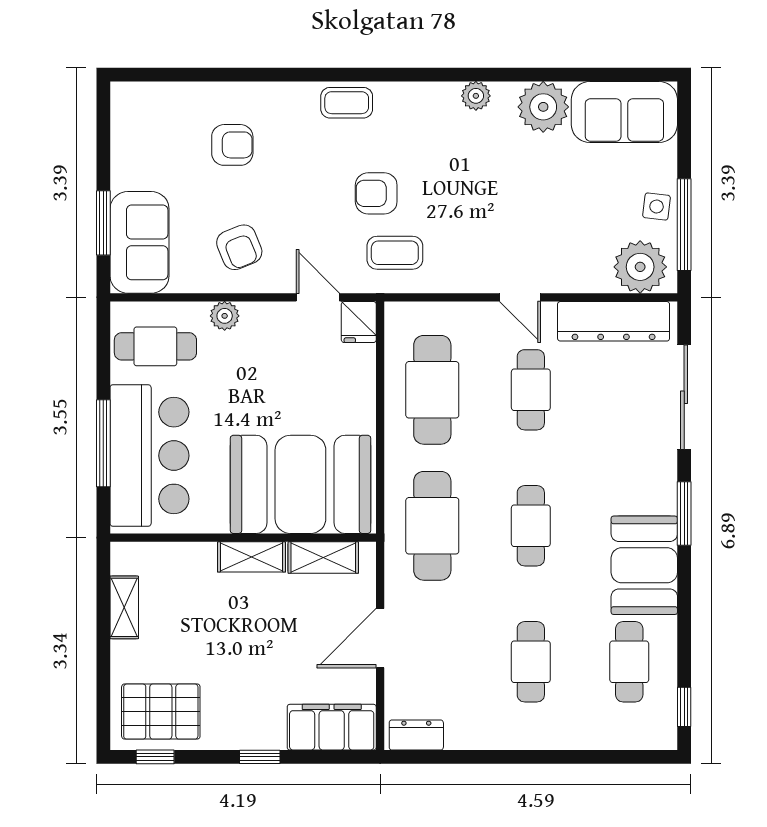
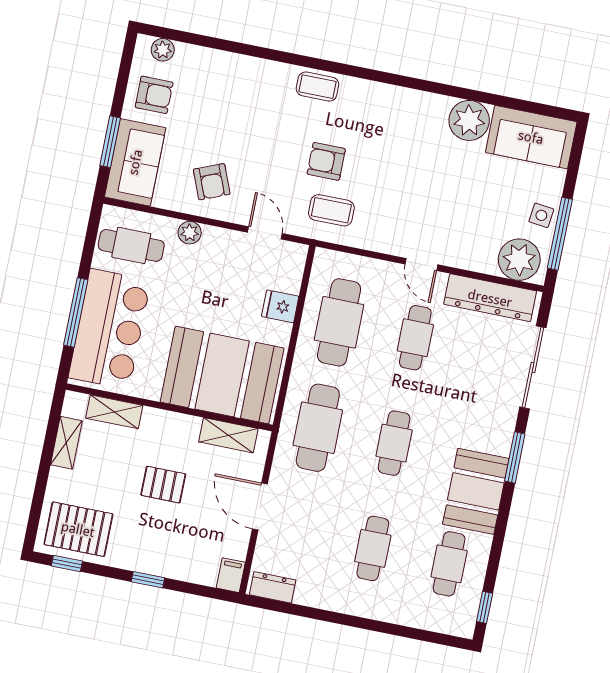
plant: (476, 96) -> (163, 50), moved
armchair: (232, 145) -> (154, 95), moved
fridge: (359, 322) -> (280, 306), moved, turned 90
shelving: (251, 557) -> (114, 412), moved
pallet: (255, 635) -> (163, 485), added
door: (380, 638) -> (260, 507), hinge flipped
filing cabinet: (332, 727) -> (231, 575), width x0.33, depth x0.86

